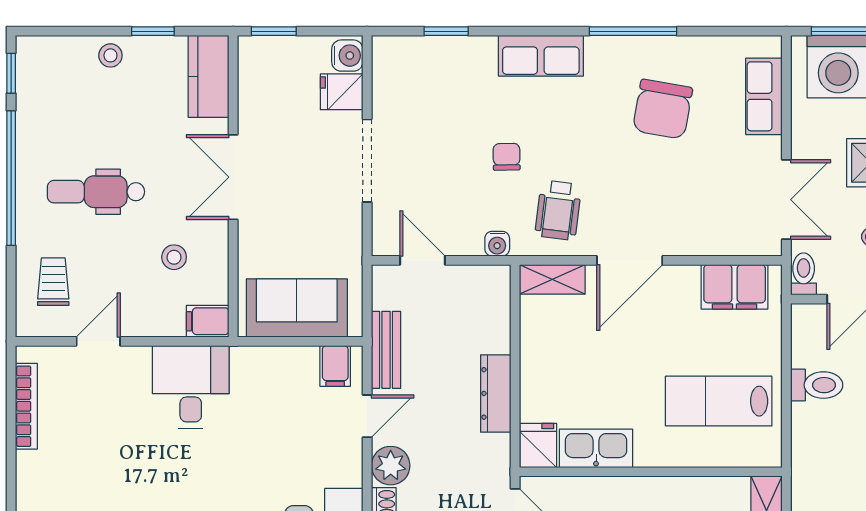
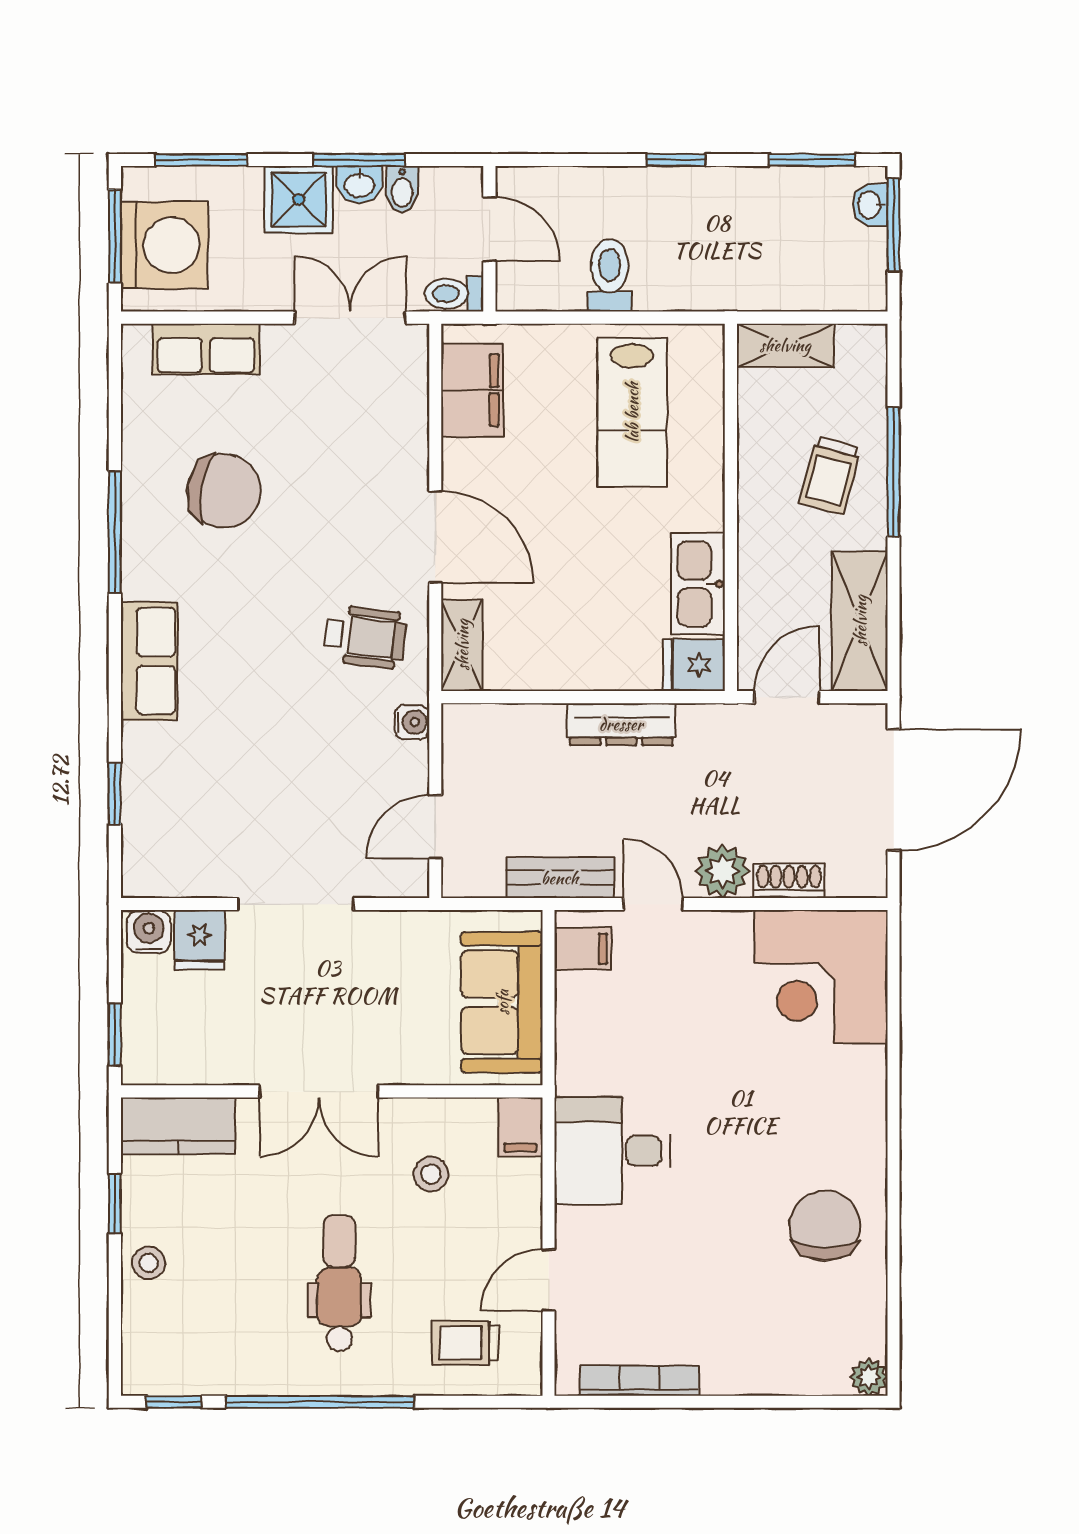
chair: (507, 157) -> (290, 709), removed
dental chair: (96, 192) -> (339, 1283), turned 180
door: (98, 341) -> (549, 1280), hinge flipped

